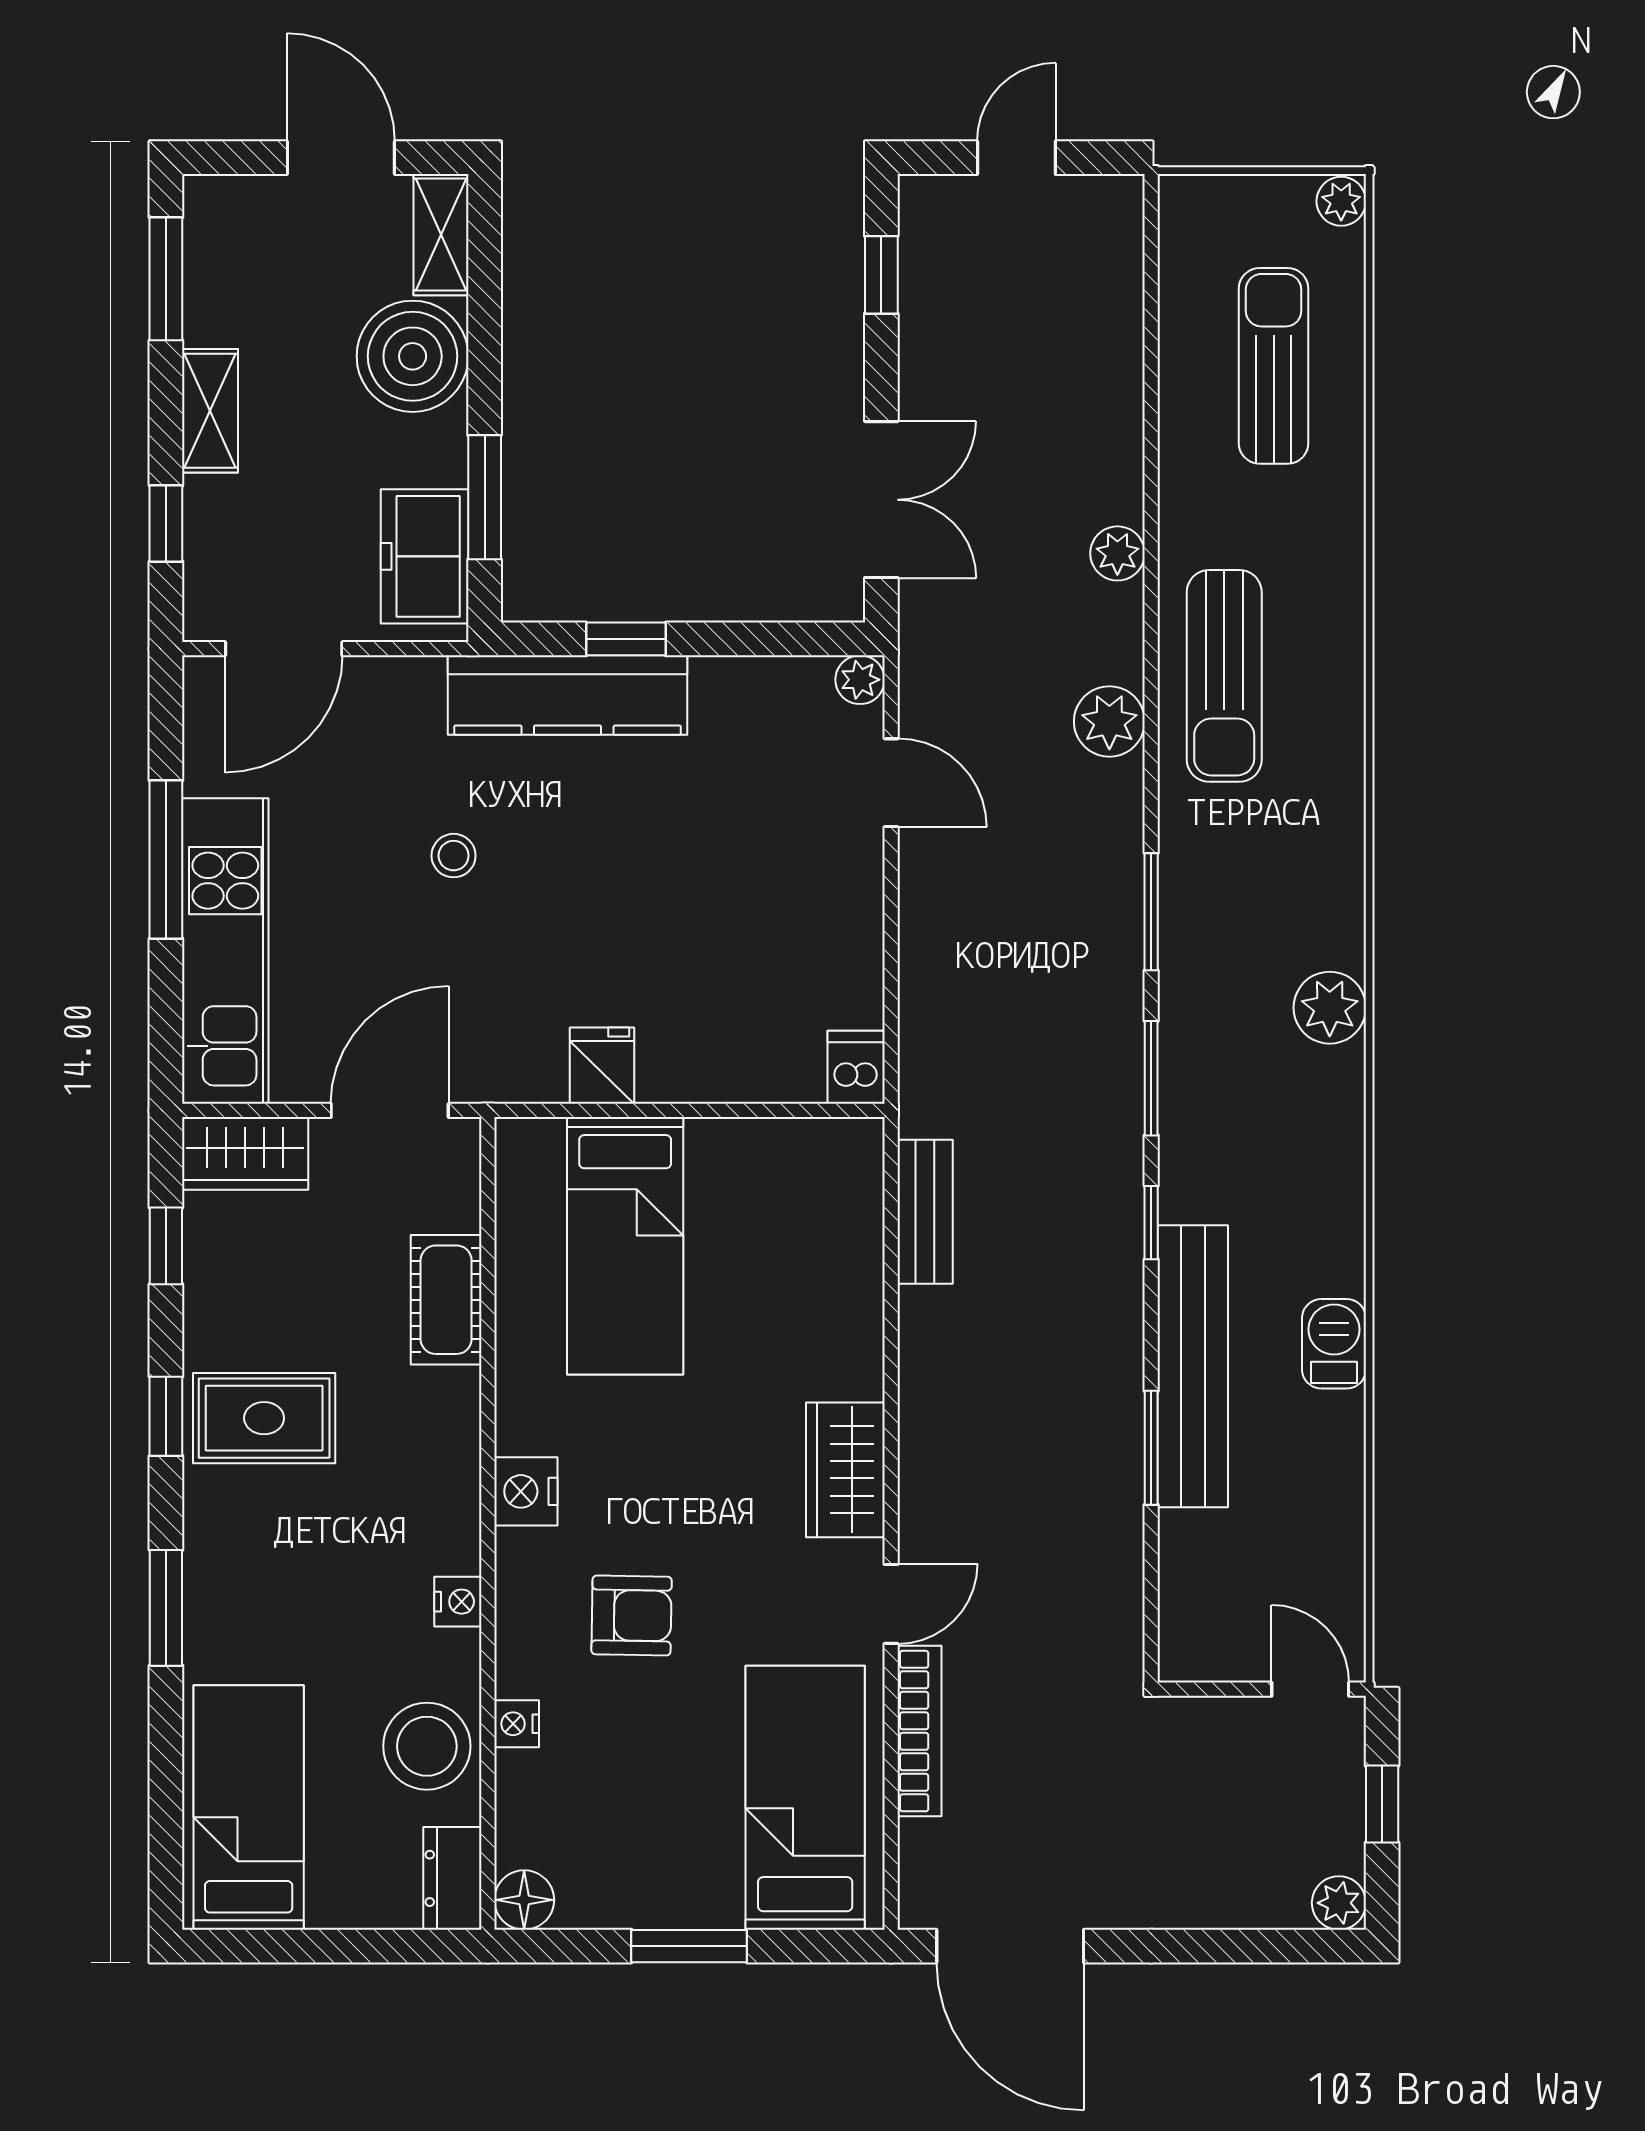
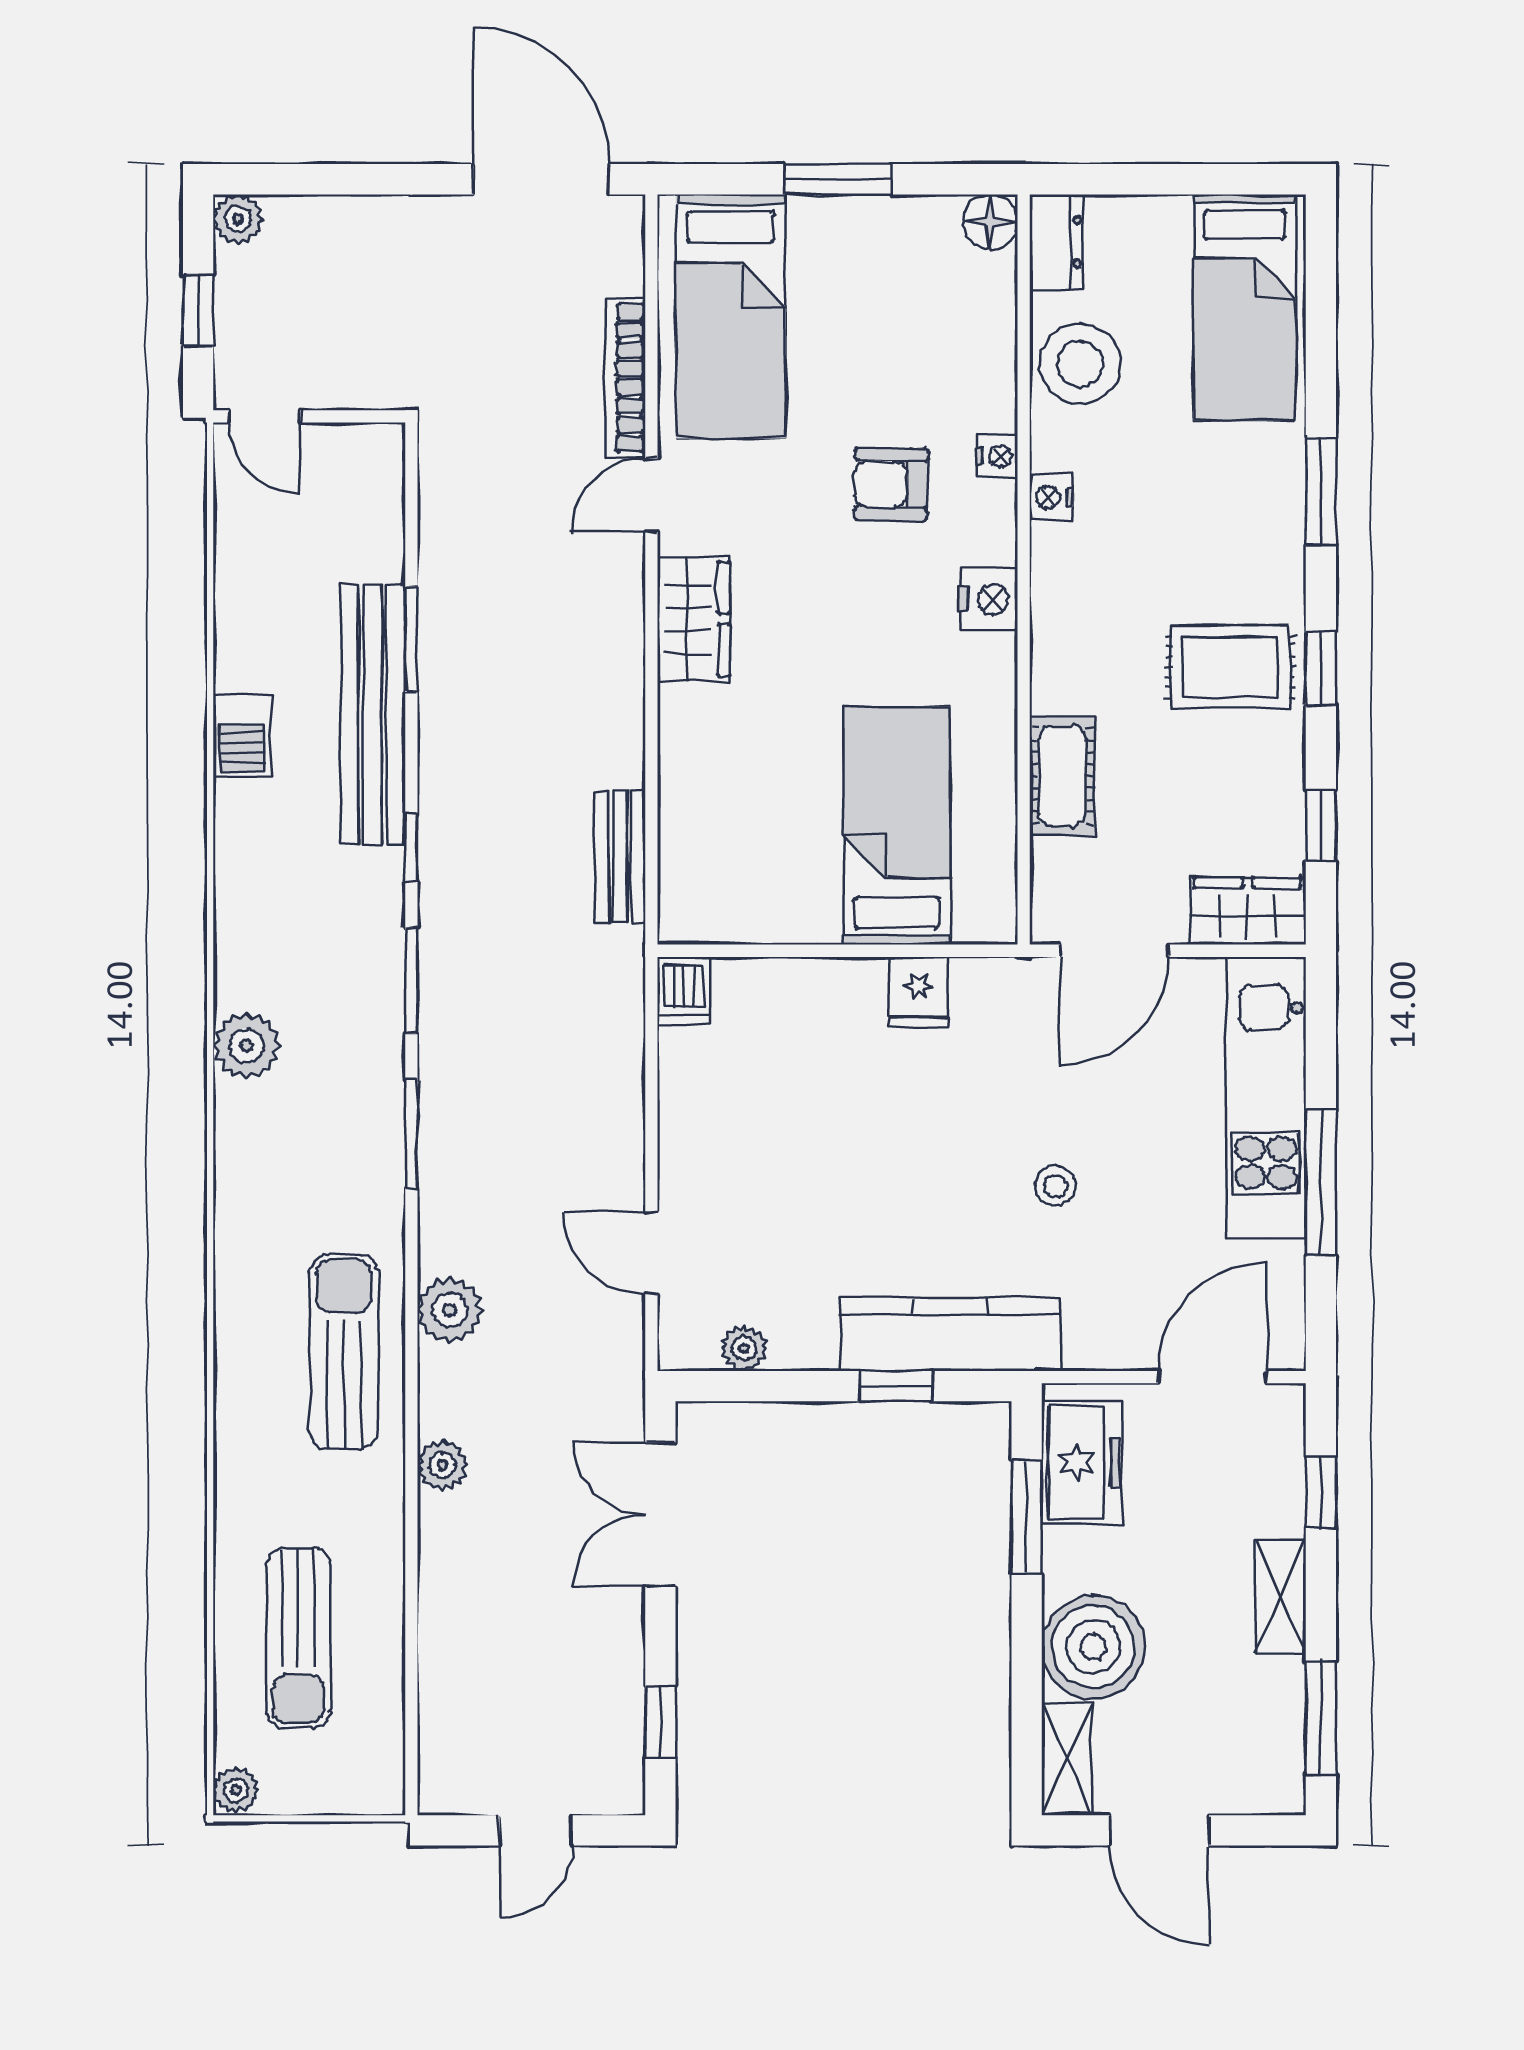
plant: (860, 680) -> (744, 1348), moved
nightstand: (517, 1724) -> (997, 456), moved

